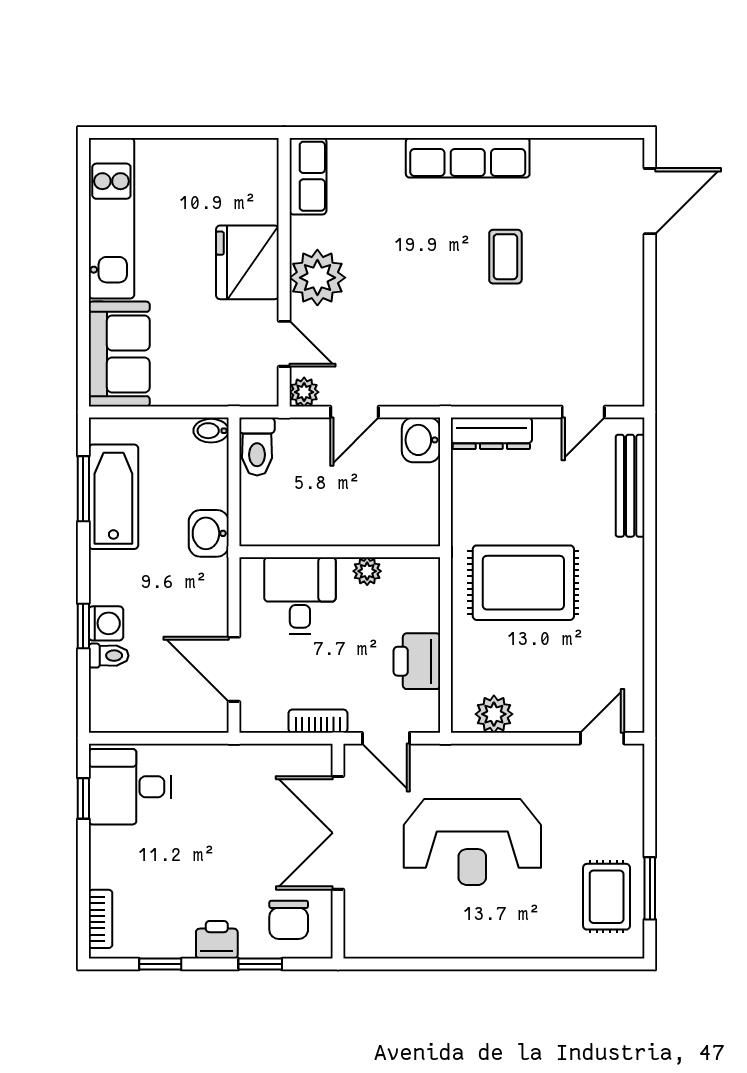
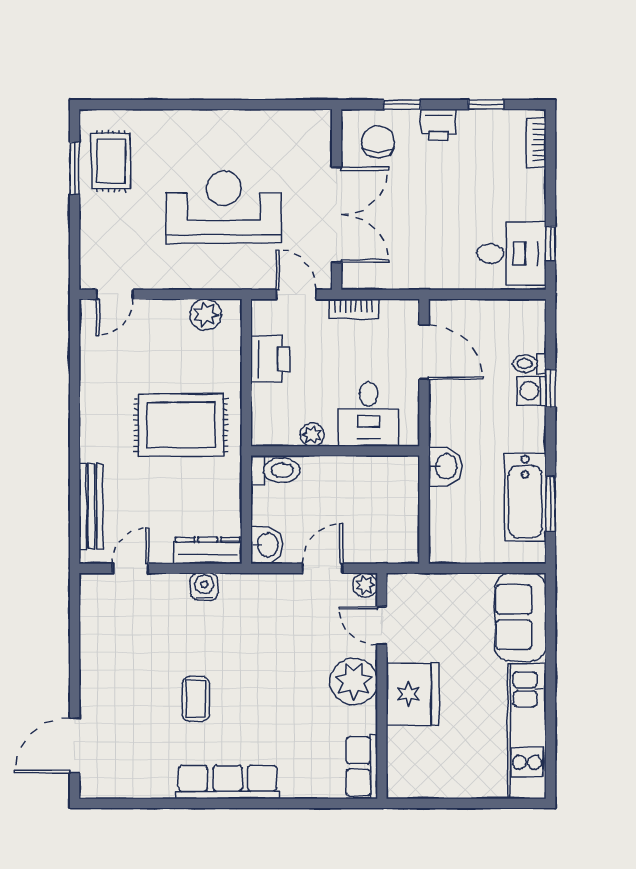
water cooler: (496, 390) -> (204, 587), added
bidet: (211, 431) -> (443, 553), removed
toilet: (257, 447) -> (275, 470), moved, turned 90

